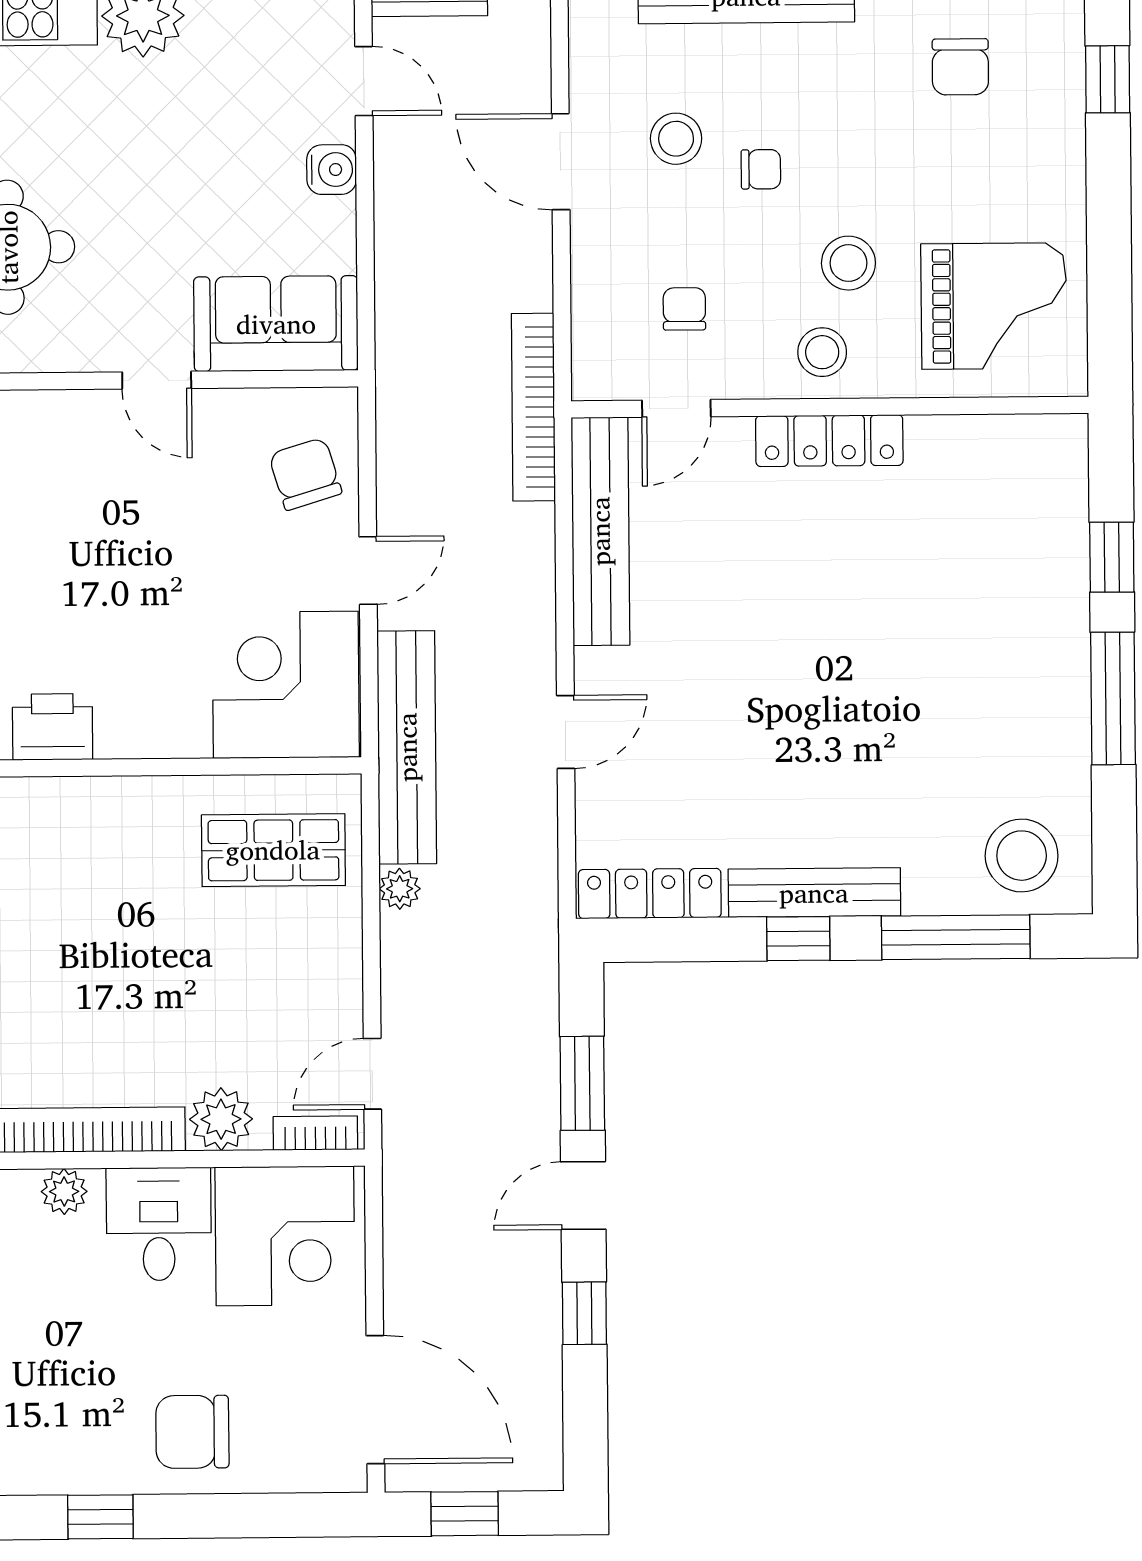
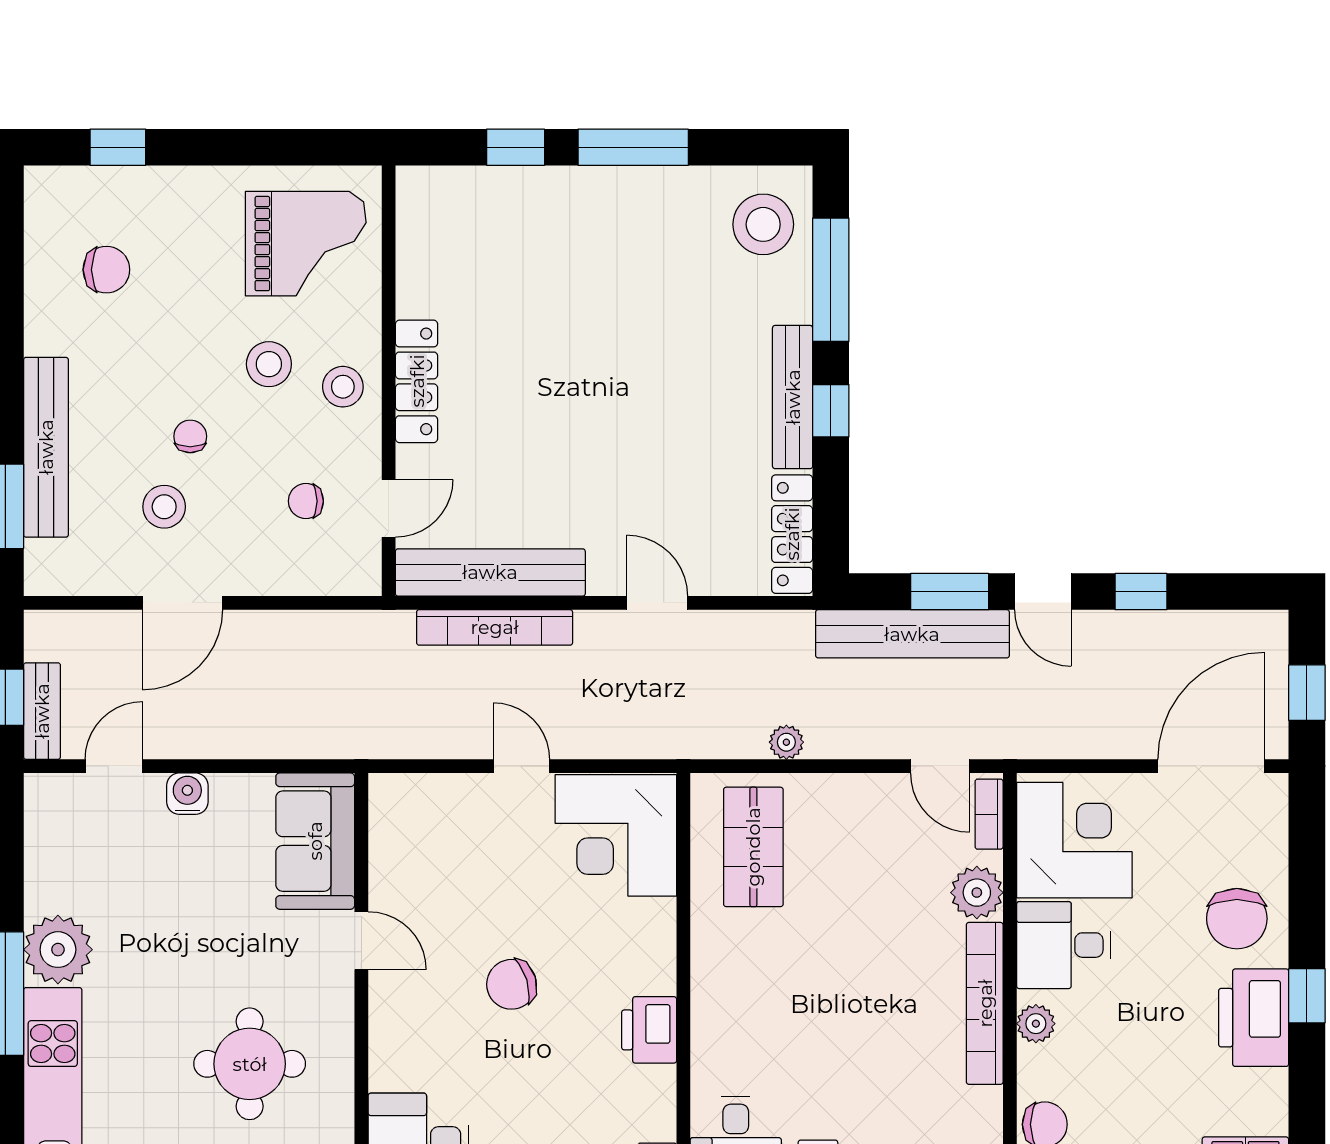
grand piano: (994, 306) -> (306, 244), turned 90
door: (157, 380) -> (361, 941), hinge flipped
bookcase: (533, 407) -> (495, 627), moved
door: (676, 408) -> (389, 508), hinge flipped
chair: (305, 474) -> (512, 984), moved
bench: (407, 747) -> (912, 634), moved
printer: (74, 1453) -> (1254, 1018), added

